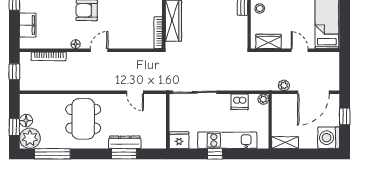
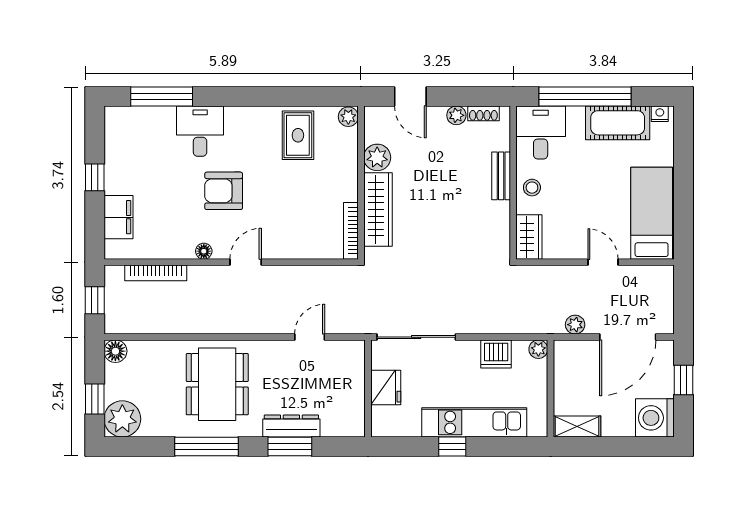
wardrobe: (269, 41) -> (529, 237), moved, turned 90
door: (135, 92) -> (310, 337), swing flipped
floor lamp: (26, 121) -> (115, 351), moved
fridge: (179, 140) -> (386, 388), moved, turned 90
window: (52, 154) -> (207, 447), moved

